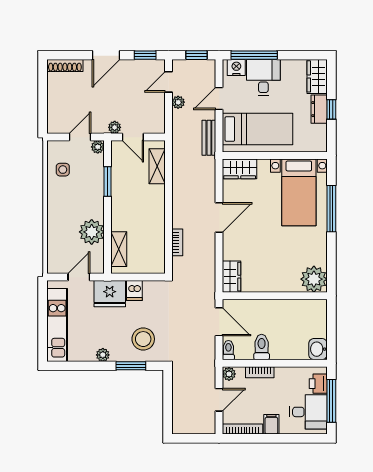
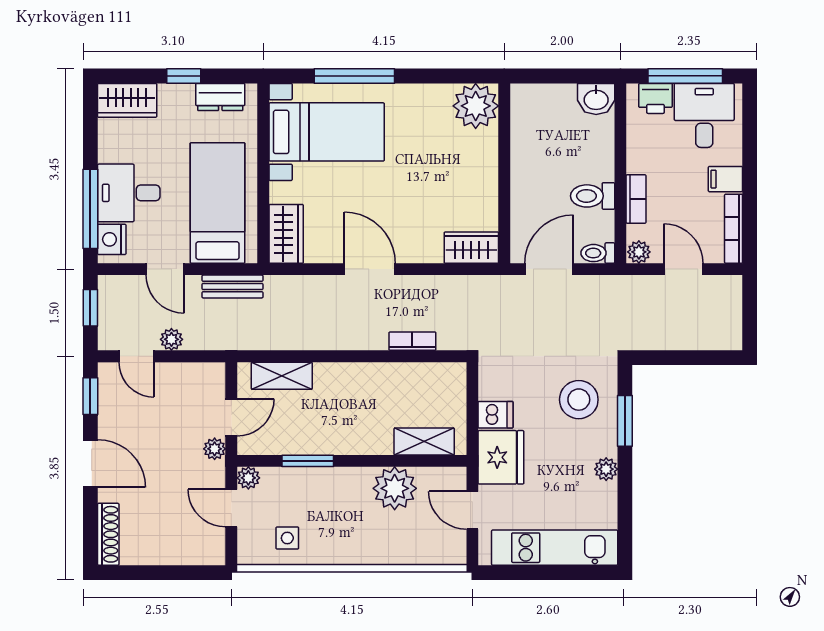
dresser: (319, 109) -> (220, 97), moved

